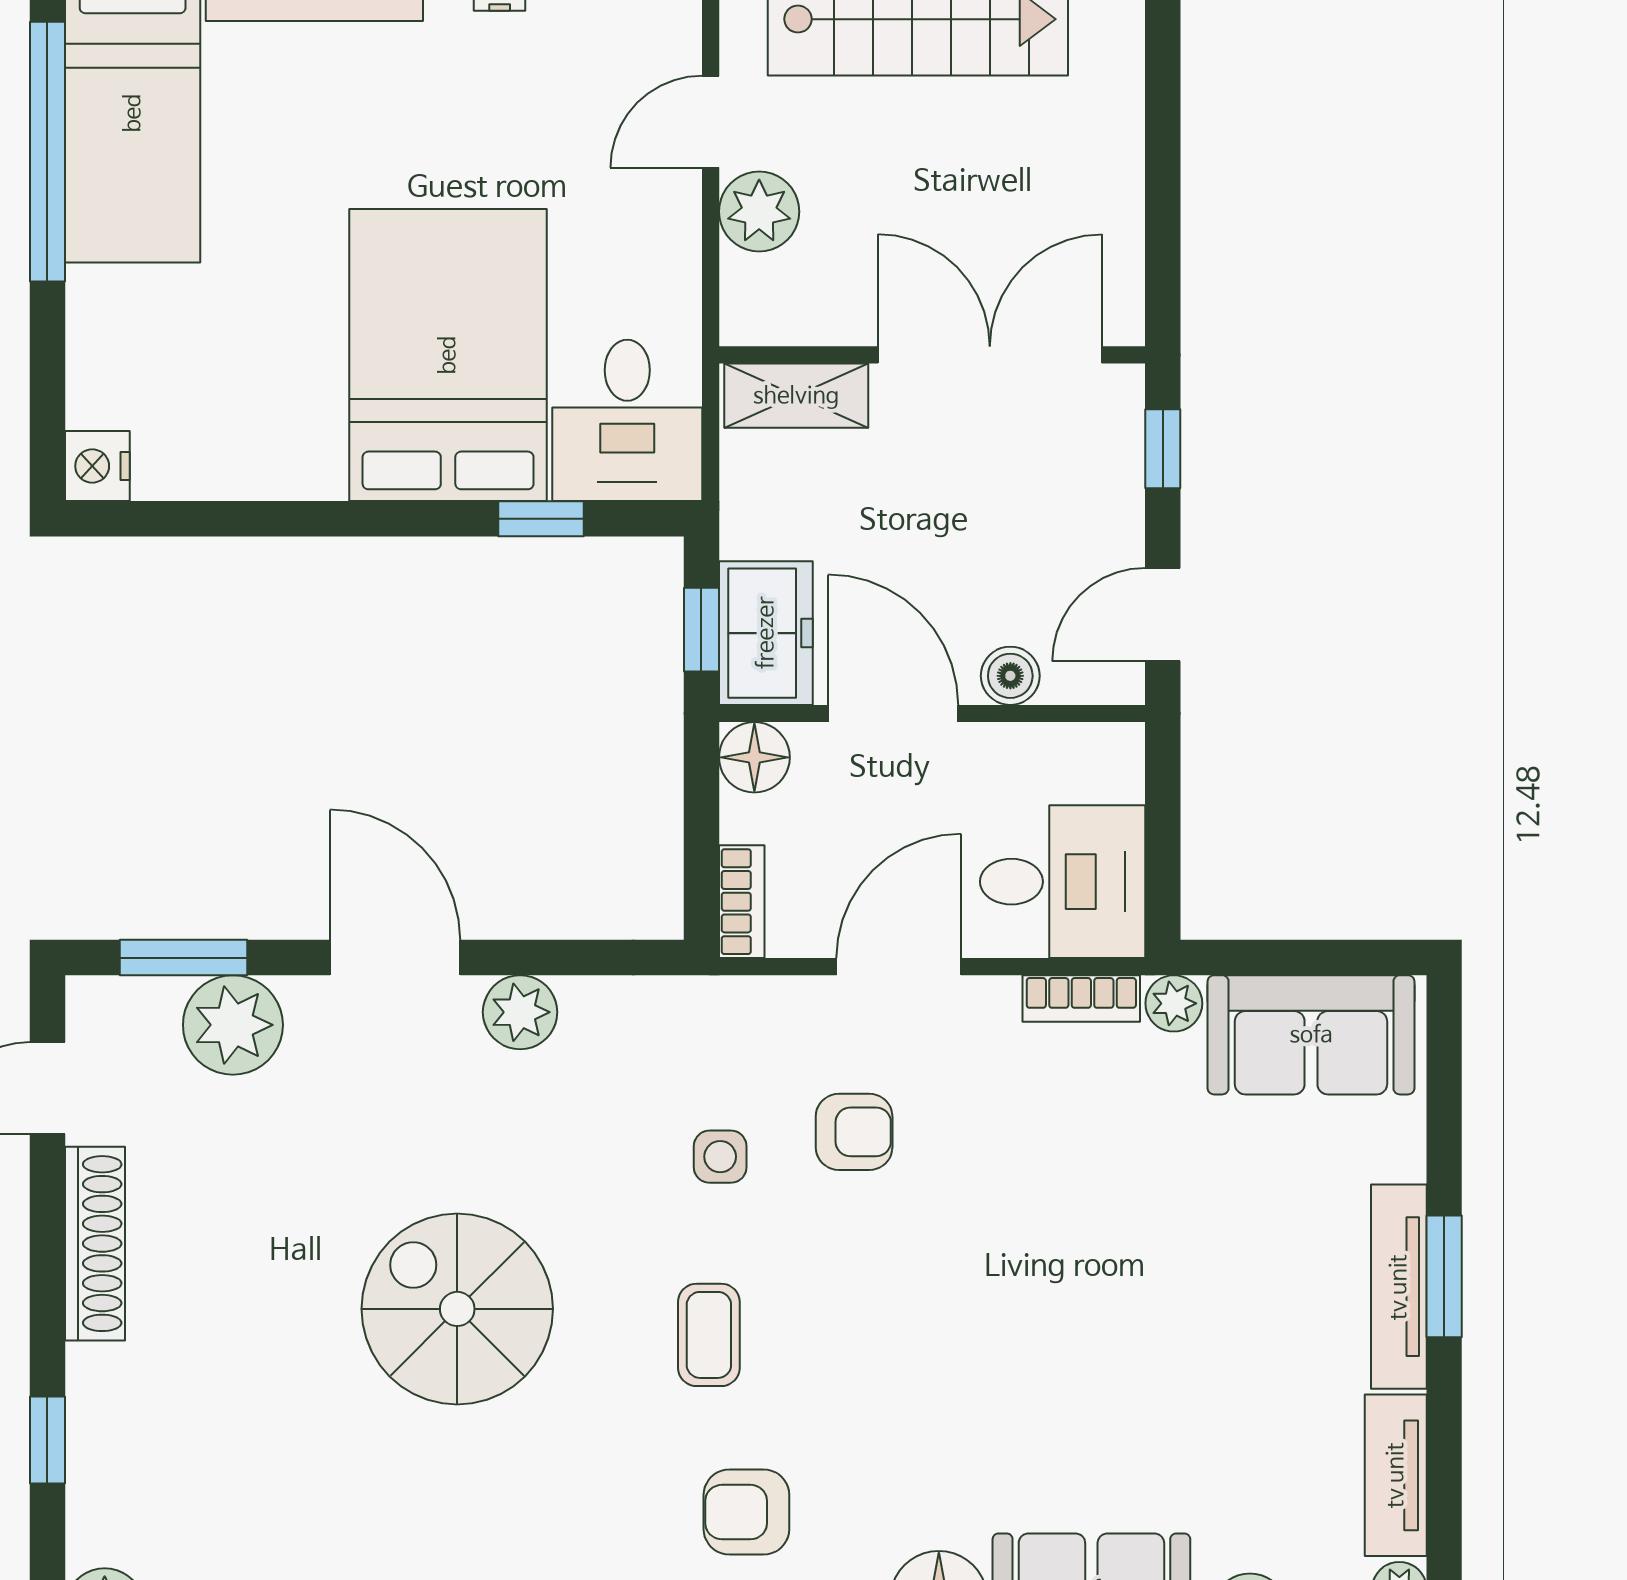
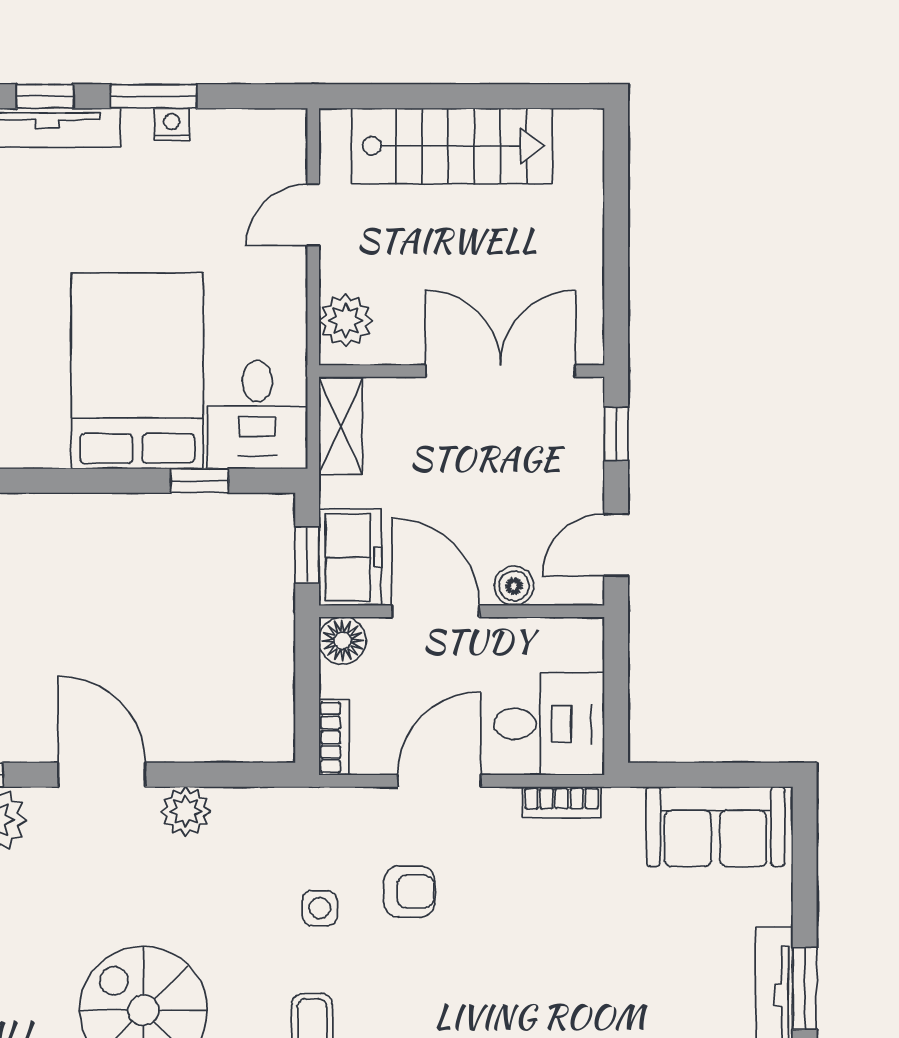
plant: (759, 212) -> (346, 321), moved
shelving: (796, 396) -> (341, 426), moved, turned 90
plant: (1174, 1003) -> (624, 805), removed

